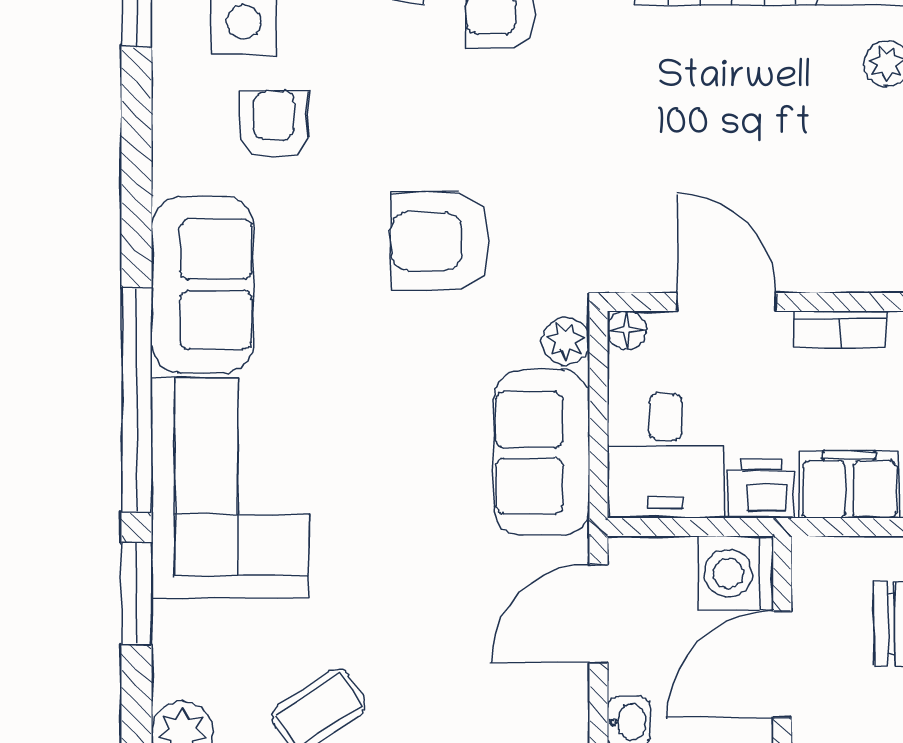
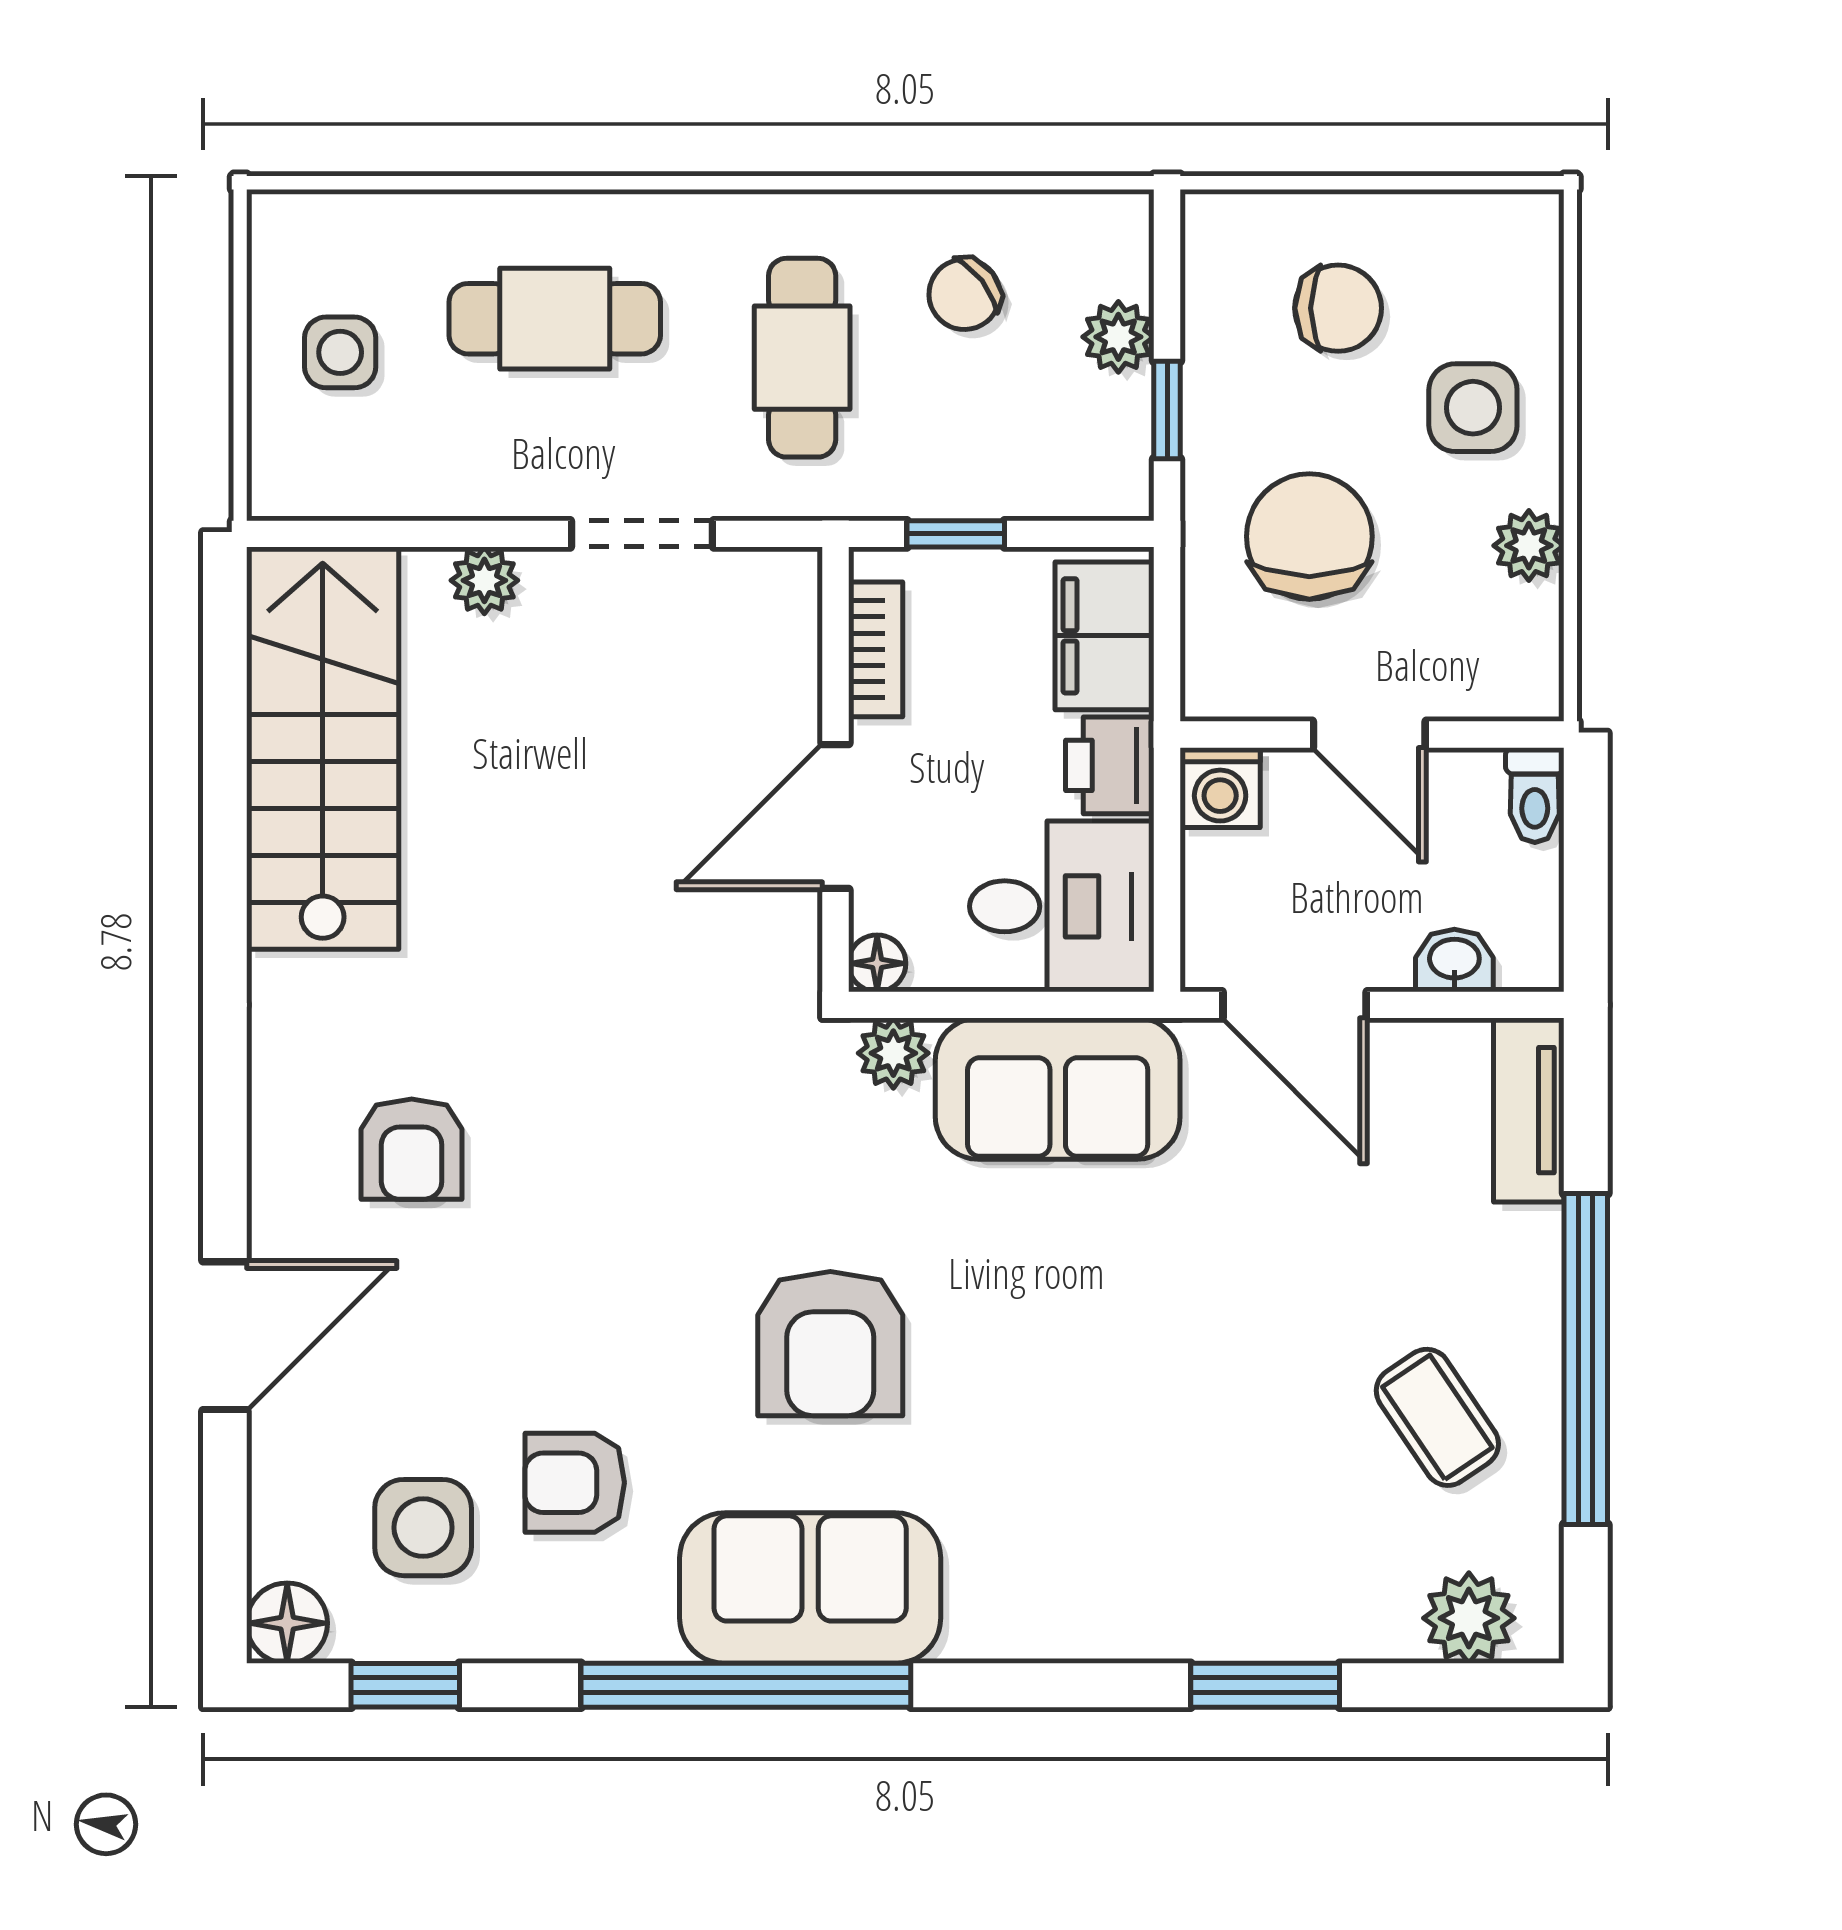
armchair: (440, 241) -> (830, 1344), moved
window: (137, 400) -> (746, 1685), moved
corner sofa: (230, 488) -> (1109, 1548), removed
washing machine: (736, 573) -> (1220, 788), width x0.73, depth x0.73
door: (782, 664) -> (1369, 734), width x0.73

